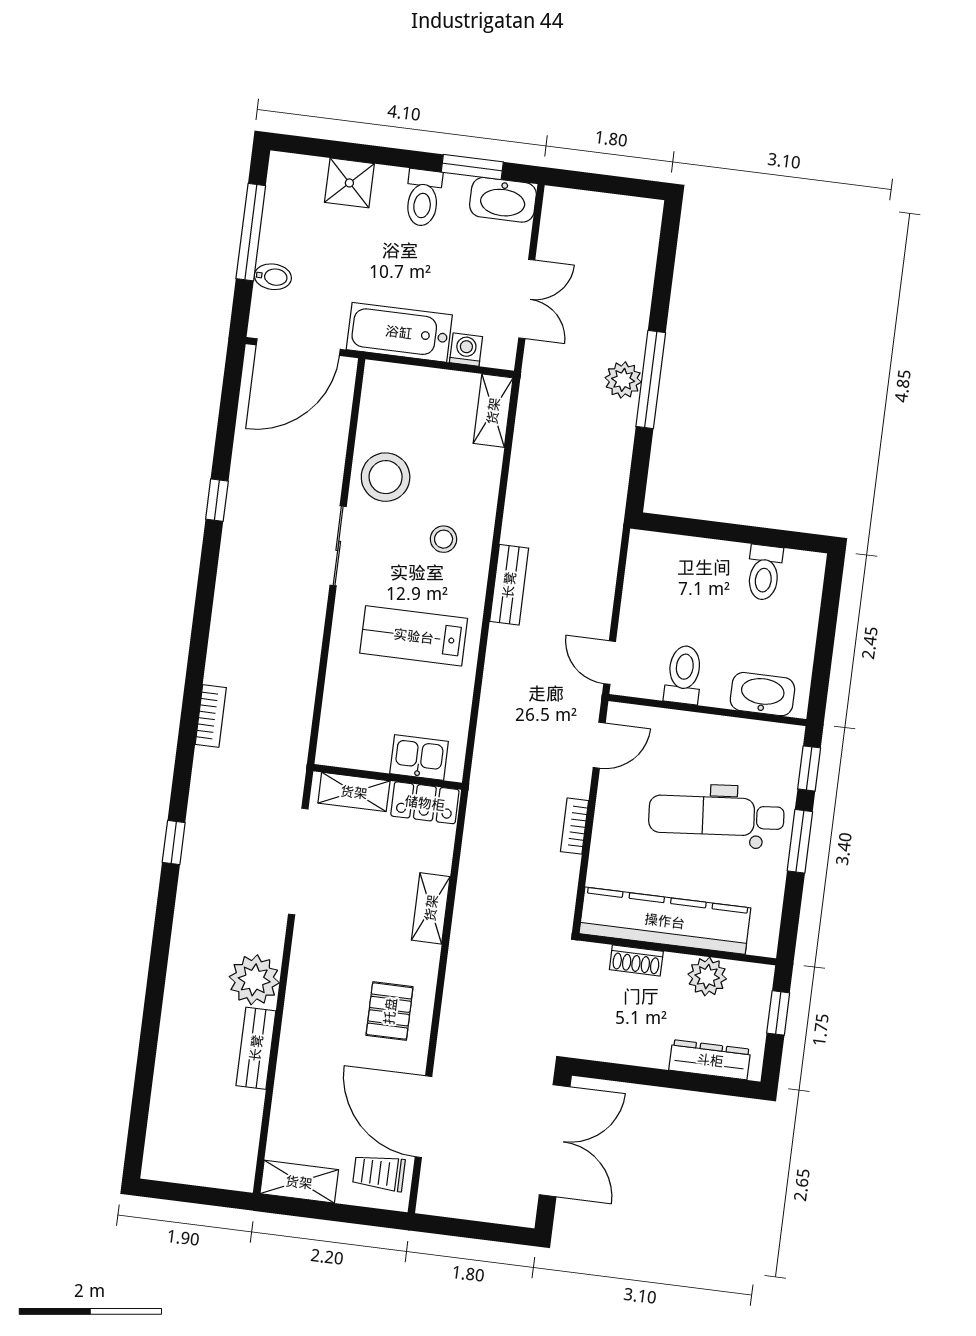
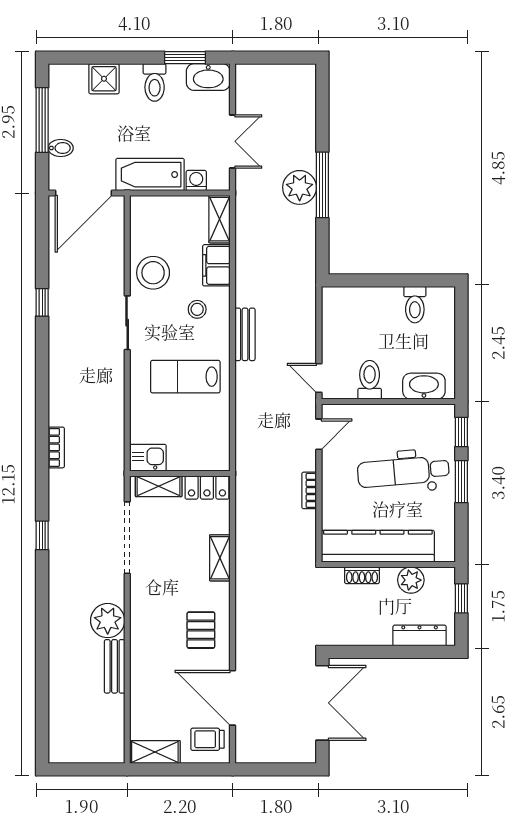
plant: (623, 380) -> (300, 187), width x1.36, depth x1.36
filing cabinet: (480, 478) -> (216, 265), added
kitchen sink: (419, 758) -> (148, 458), moved

